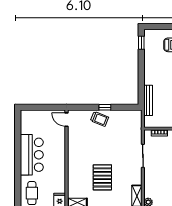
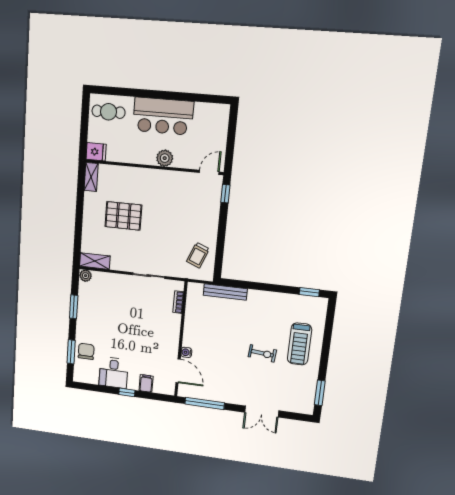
window: (105, 107) -> (225, 194), moved
trolley: (100, 119) -> (198, 255), moved
plant: (60, 151) -> (165, 158), added

